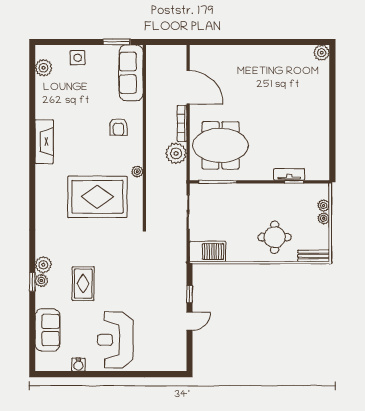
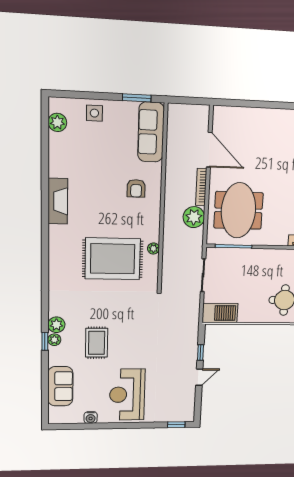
meeting table: (220, 145) -> (238, 210), turned 90
plant: (137, 172) -> (153, 248), moved
window: (168, 374) -> (176, 425), added

